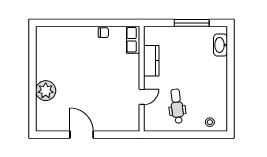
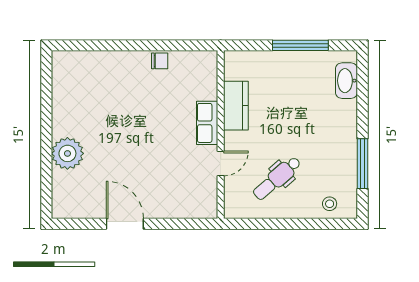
row of seats: (133, 40) -> (207, 123), moved
window: (230, 97) -> (363, 164), added
dental chair: (177, 106) -> (277, 178), turned -124

